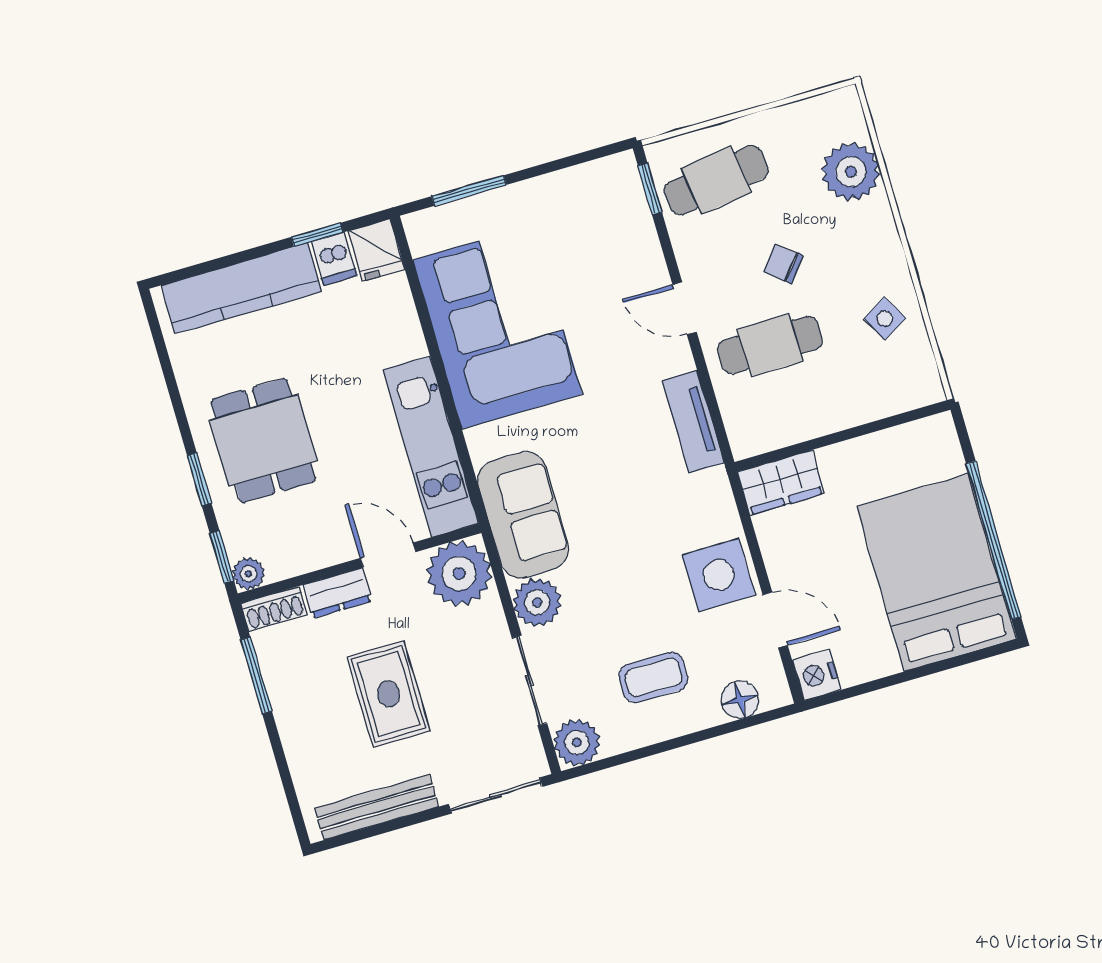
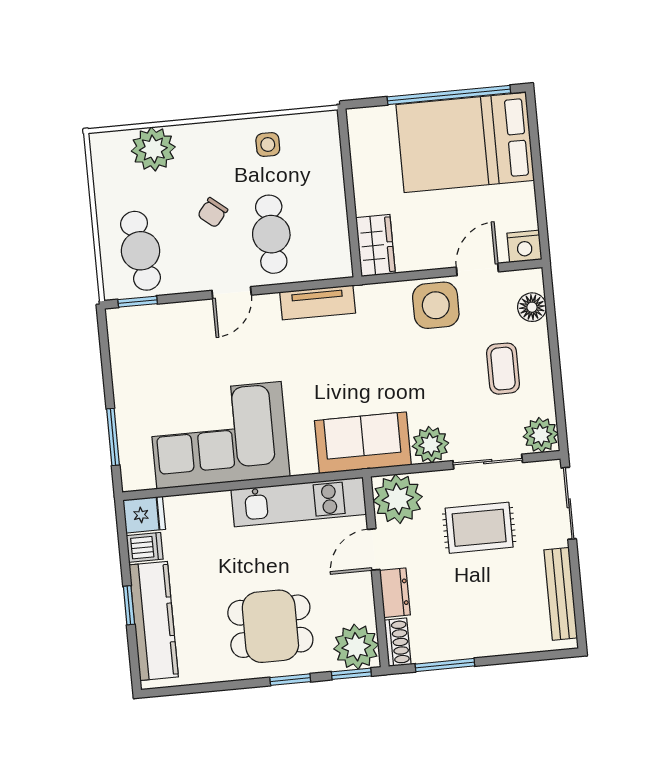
window: (317, 235) -> (129, 605), moved
side table: (885, 318) -> (268, 145), turned 30
plant: (248, 574) -> (356, 647), width x1.87, depth x1.87
rug: (388, 694) -> (479, 528), moved

